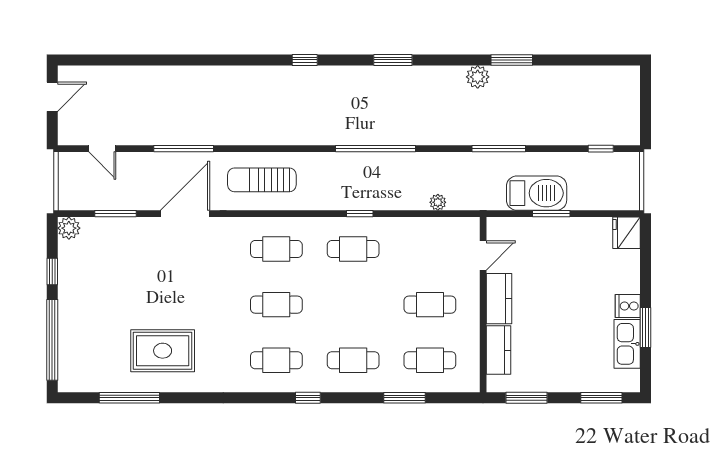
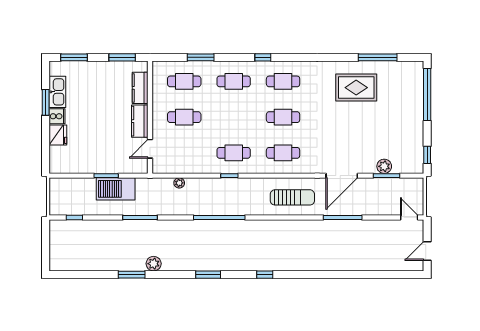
door: (102, 149) -> (409, 217), moved
plant: (69, 228) -> (384, 166), moved
fridge: (626, 233) -> (58, 135), moved
window: (52, 271) -> (427, 155), moved

